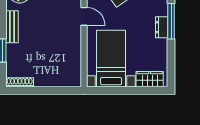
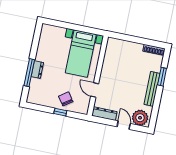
bench: (12, 27) -> (152, 89), width x1.36
wardrobe: (150, 79) -> (55, 32), removed

